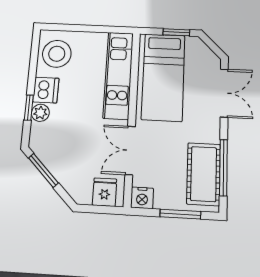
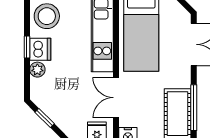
window: (29, 108) -> (27, 47), moved
window: (43, 170) -> (45, 118), width x0.67

